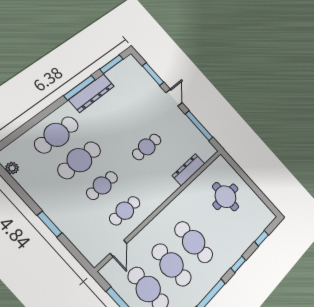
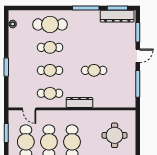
dresser: (92, 93) -> (117, 16), moved
cafe table: (79, 160) -> (50, 47), width x0.73, depth x0.74
dresser: (189, 170) -> (79, 102), moved
door: (118, 248) -> (29, 109), hinge flipped

